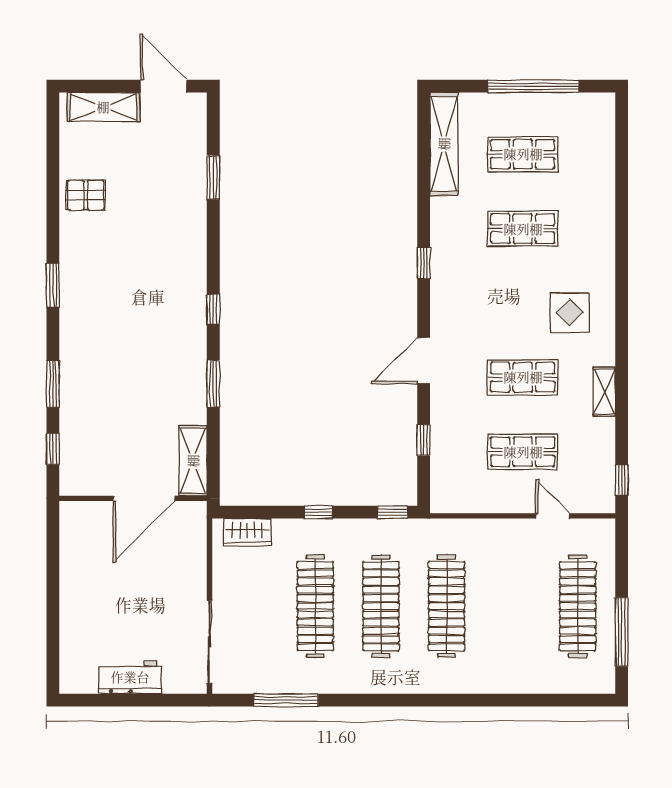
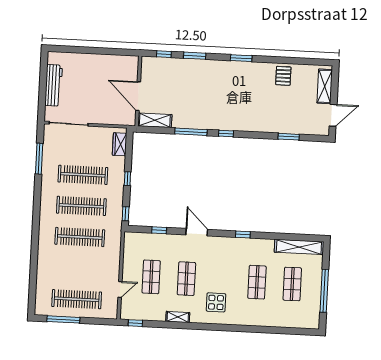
window: (213, 383) -> (191, 132), width x1.44
workbench: (130, 677) -> (54, 85), width x1.38

